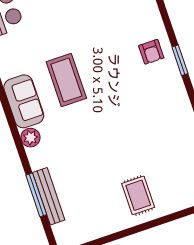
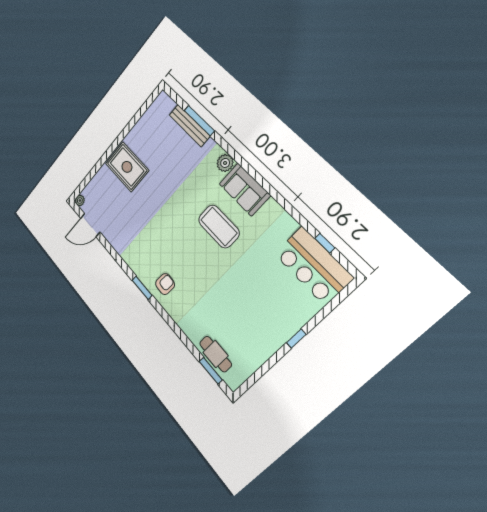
armchair: (151, 52) -> (165, 284), turned 93
rug: (138, 195) -> (127, 167), width x1.36, depth x1.43

